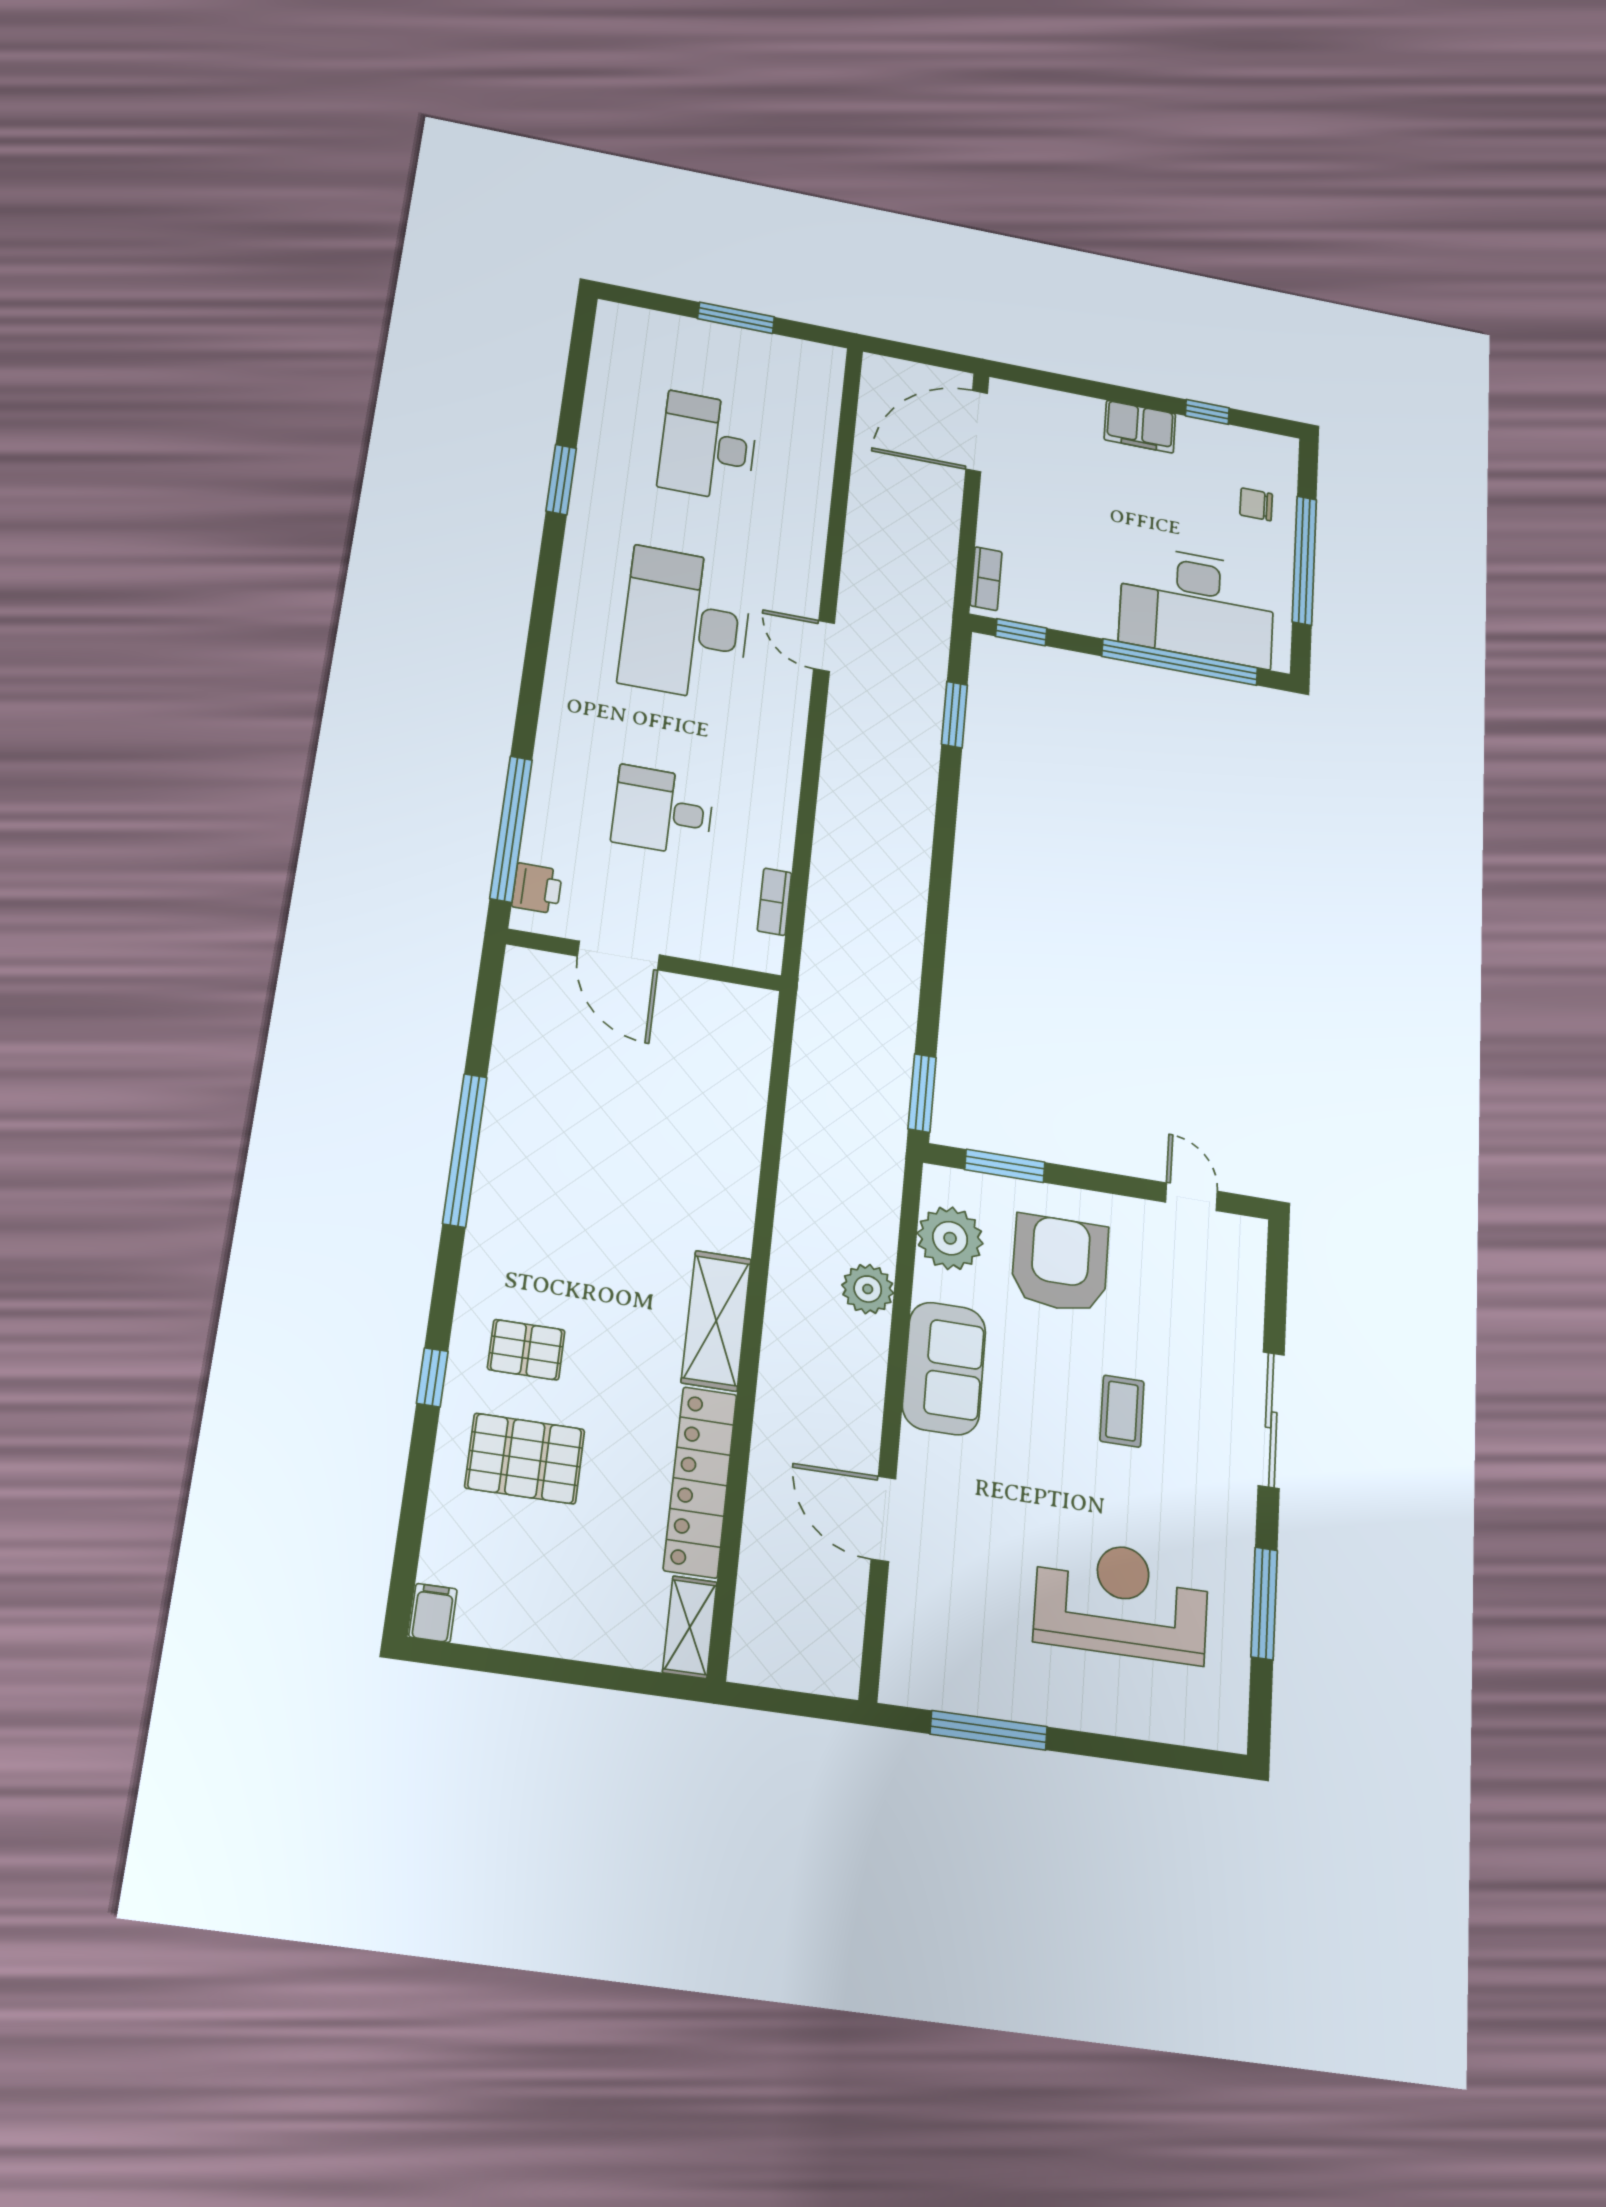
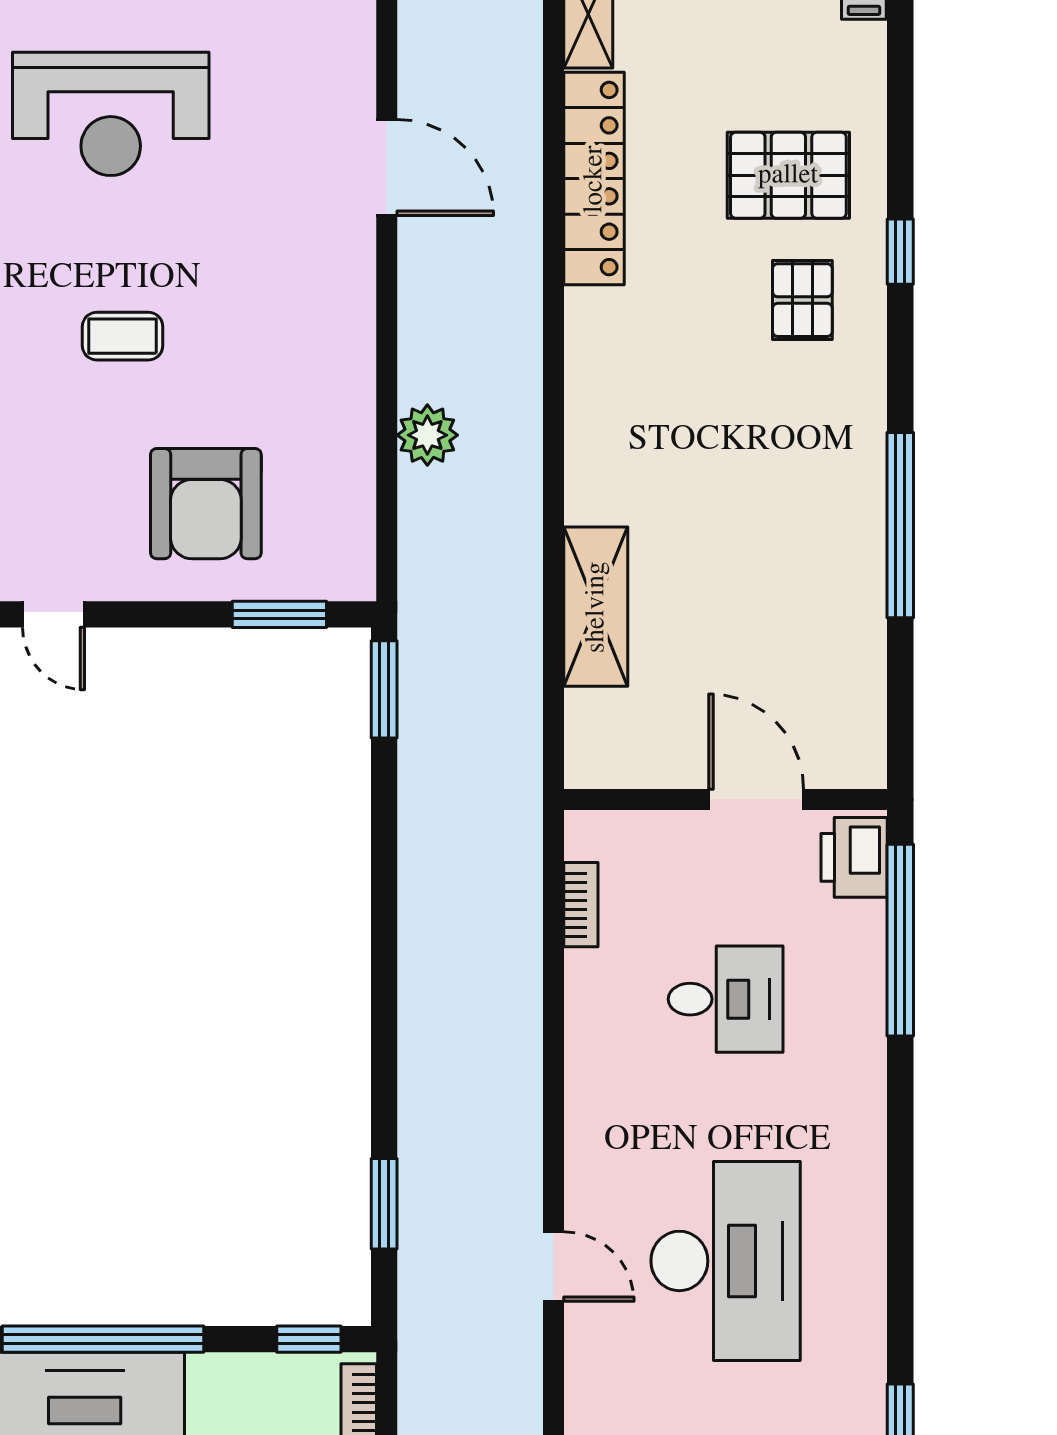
printer: (537, 888) -> (854, 857), width x1.36, depth x1.24
plant: (950, 1238) -> (337, 513), removed
shelving: (716, 1321) -> (596, 607), moved
pallet: (526, 1350) -> (802, 300), turned 90
sofa: (944, 1368) -> (332, 354), removed
coffee table: (1122, 1411) -> (123, 336), turned 90

